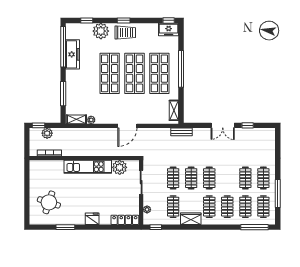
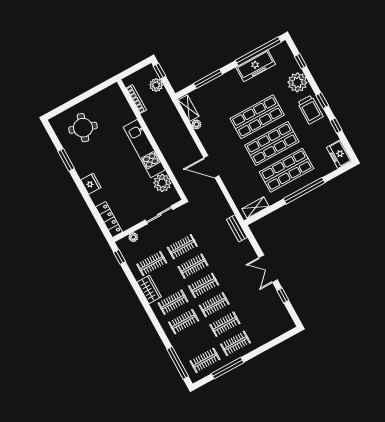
window: (169, 20) -> (336, 126), moved
clothes rail: (245, 207) -> (214, 305), moved

